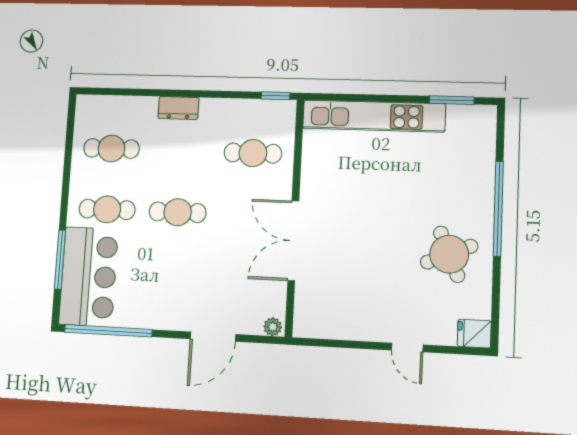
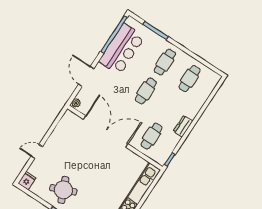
dresser: (178, 108) -> (183, 126), moved
double door: (293, 241) -> (106, 131), width x1.36
bar counter: (89, 277) -> (122, 49), moved, turned -90

